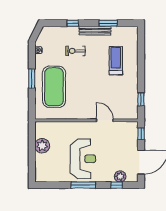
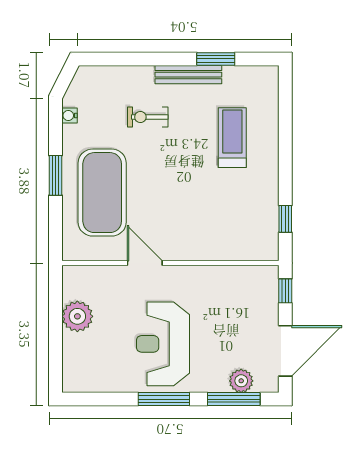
window: (73, 23) -> (142, 59), removed
door: (105, 120) -> (145, 263), moved
reception desk: (83, 159) -> (163, 344), turned 180
window: (117, 185) -> (234, 399), width x2.17

